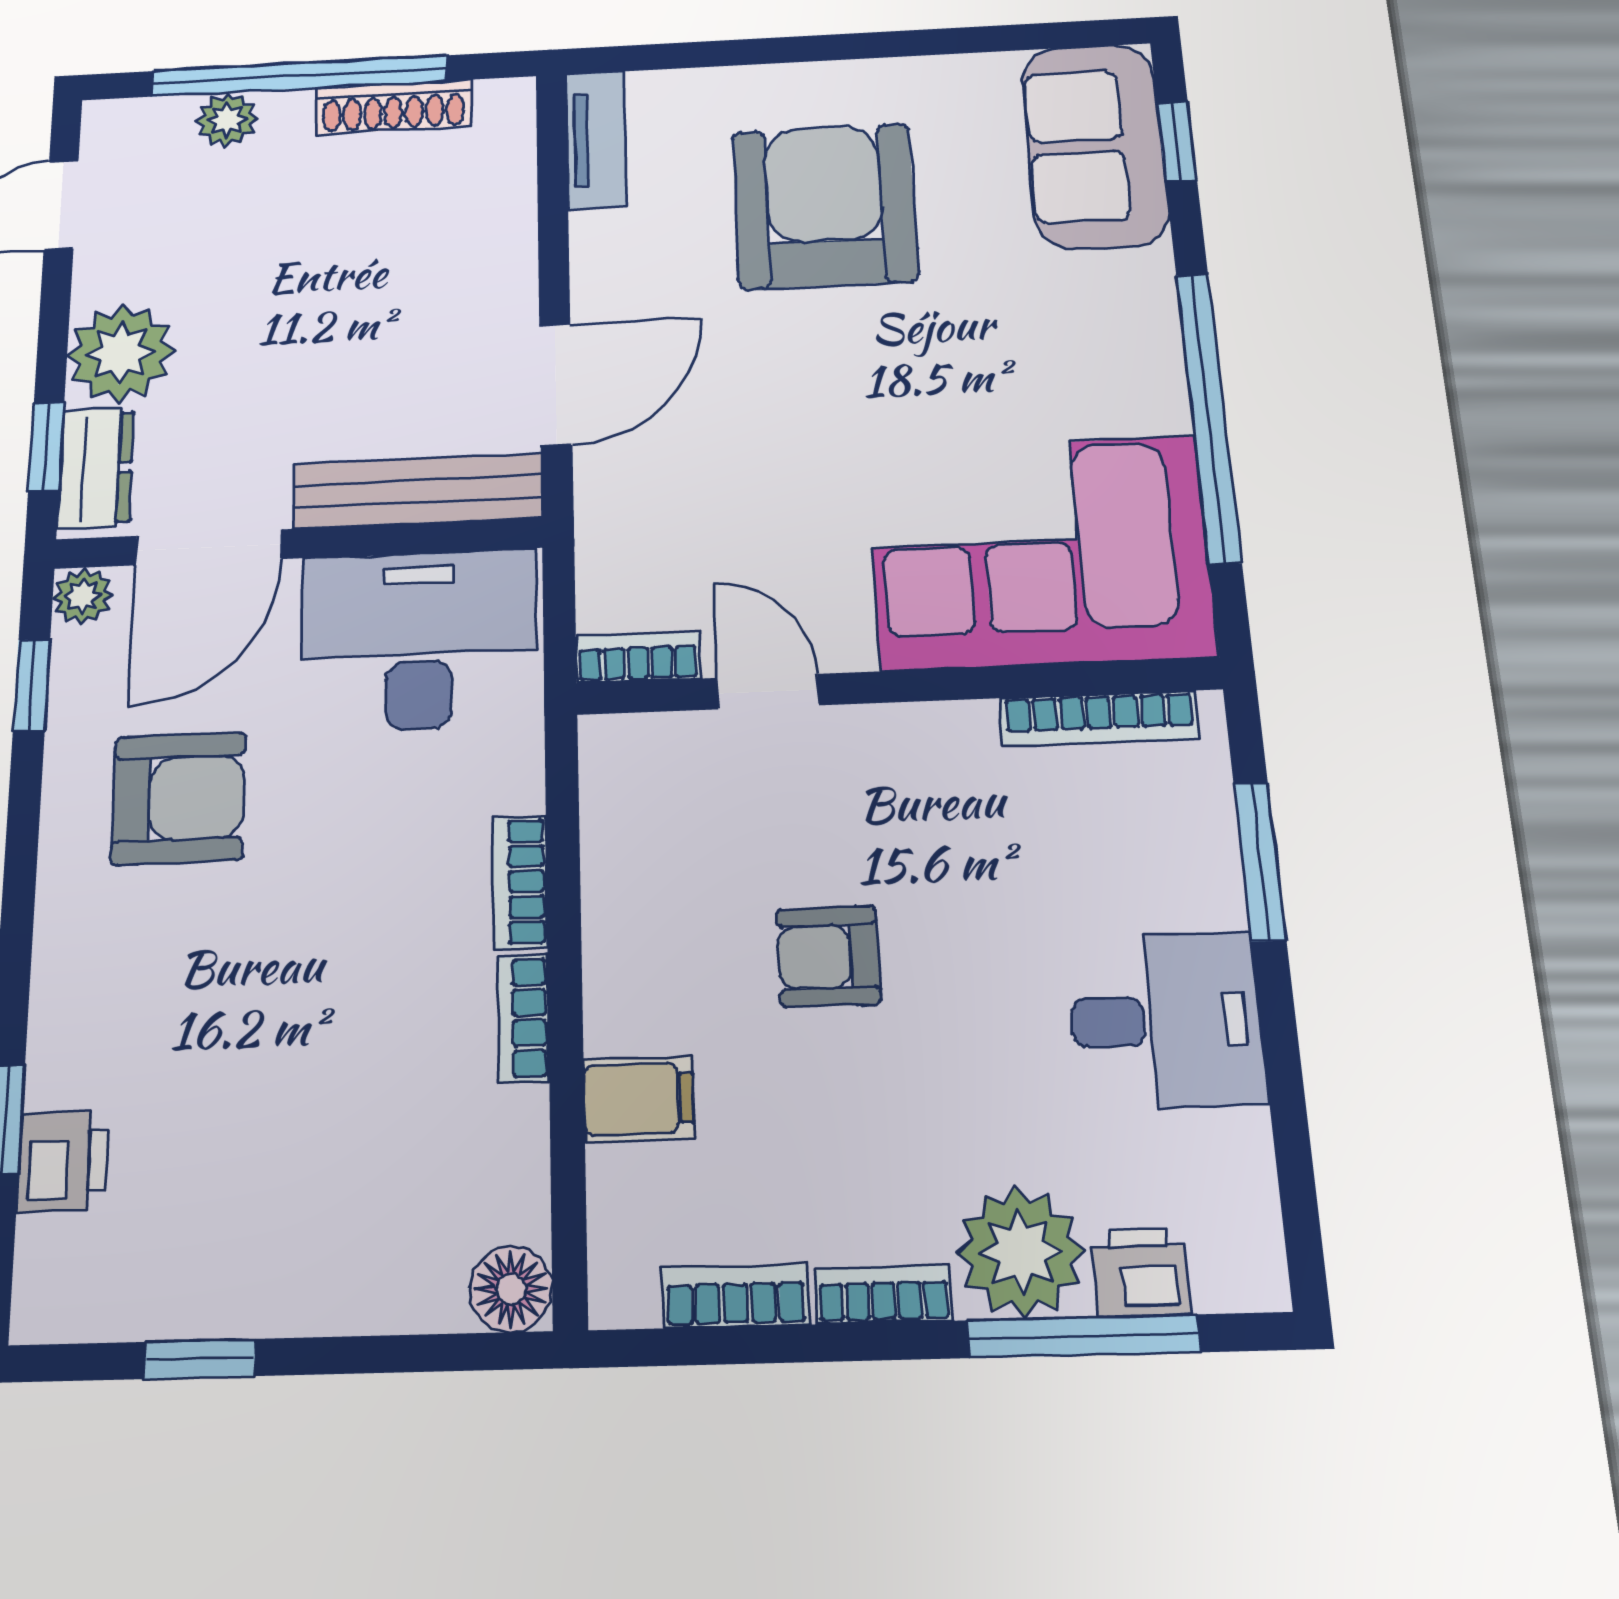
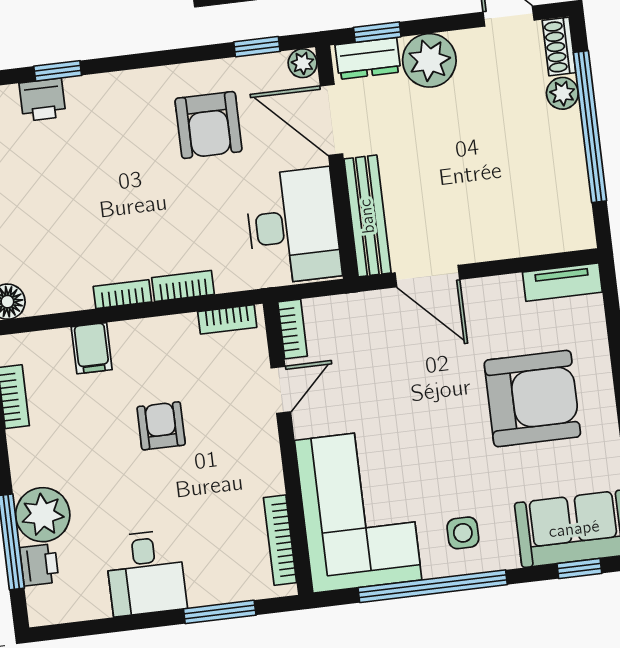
shoe rack: (394, 107) -> (559, 47), moved, width x0.70
side table: (1096, 351) -> (463, 533), added
bookcase: (883, 1294) -> (227, 319), moved, turned 90

